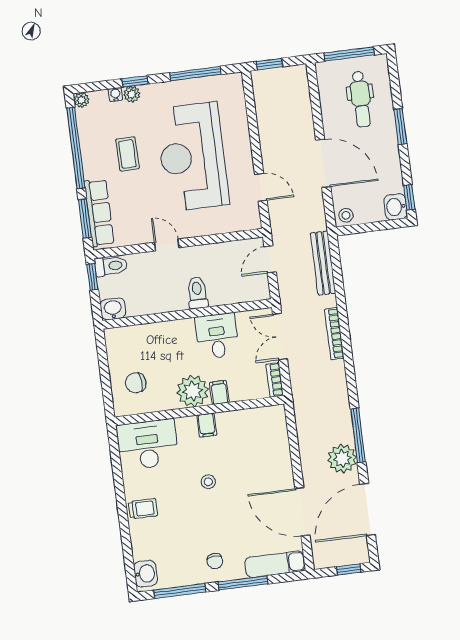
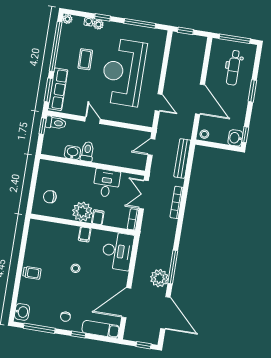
toilet: (197, 293) -> (87, 152), moved
washbasin: (113, 309) -> (72, 153), moved
desk: (147, 445) -> (118, 251), moved, turned 90
door: (368, 509) -> (165, 313), swing flipped
door: (302, 512) -> (126, 303), hinge flipped
window: (243, 583) -> (78, 335), width x0.46

